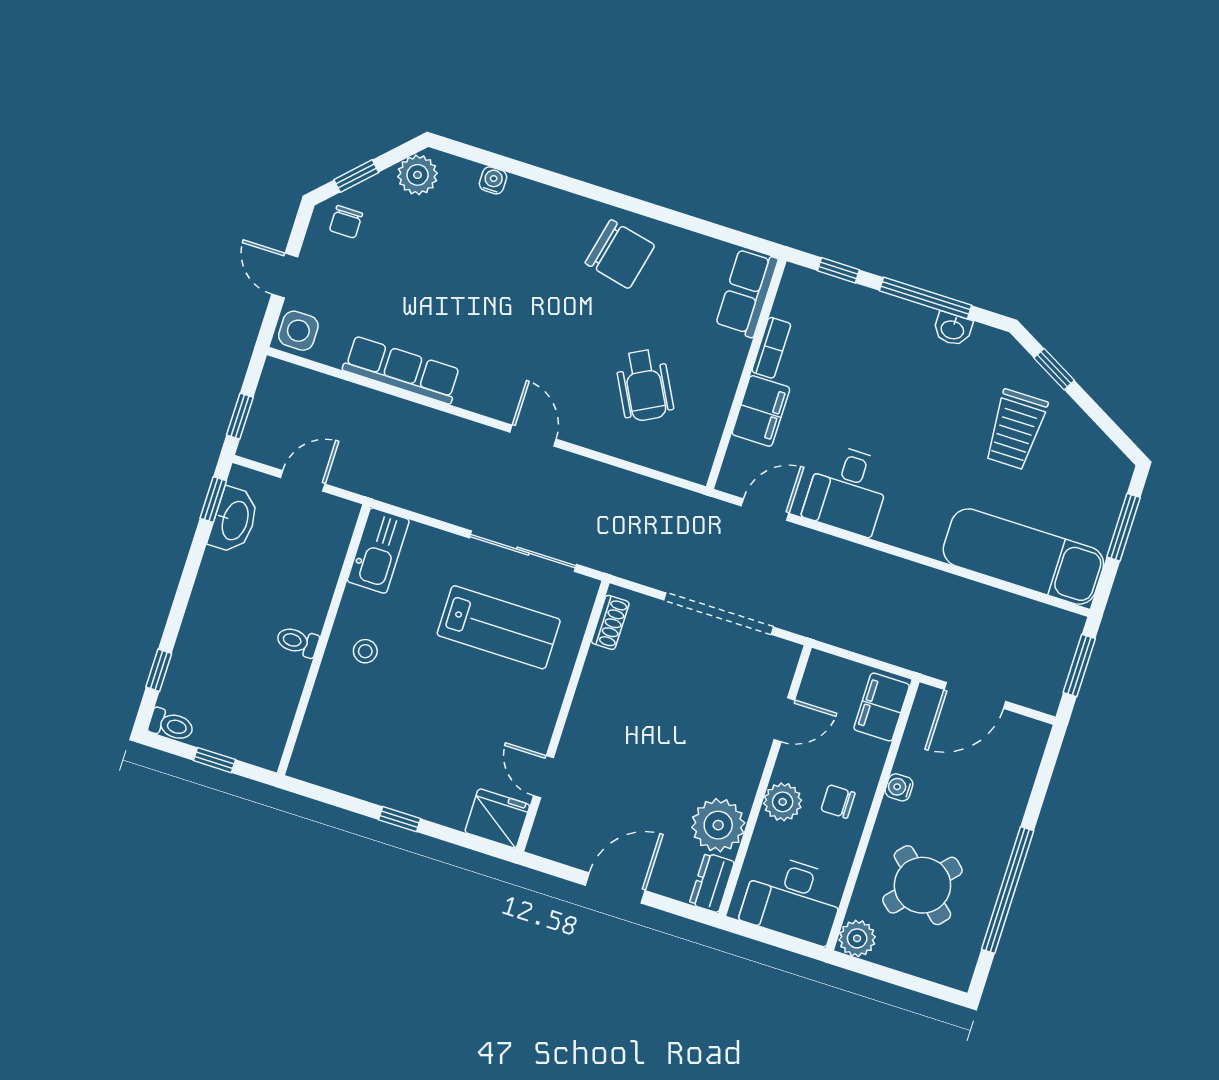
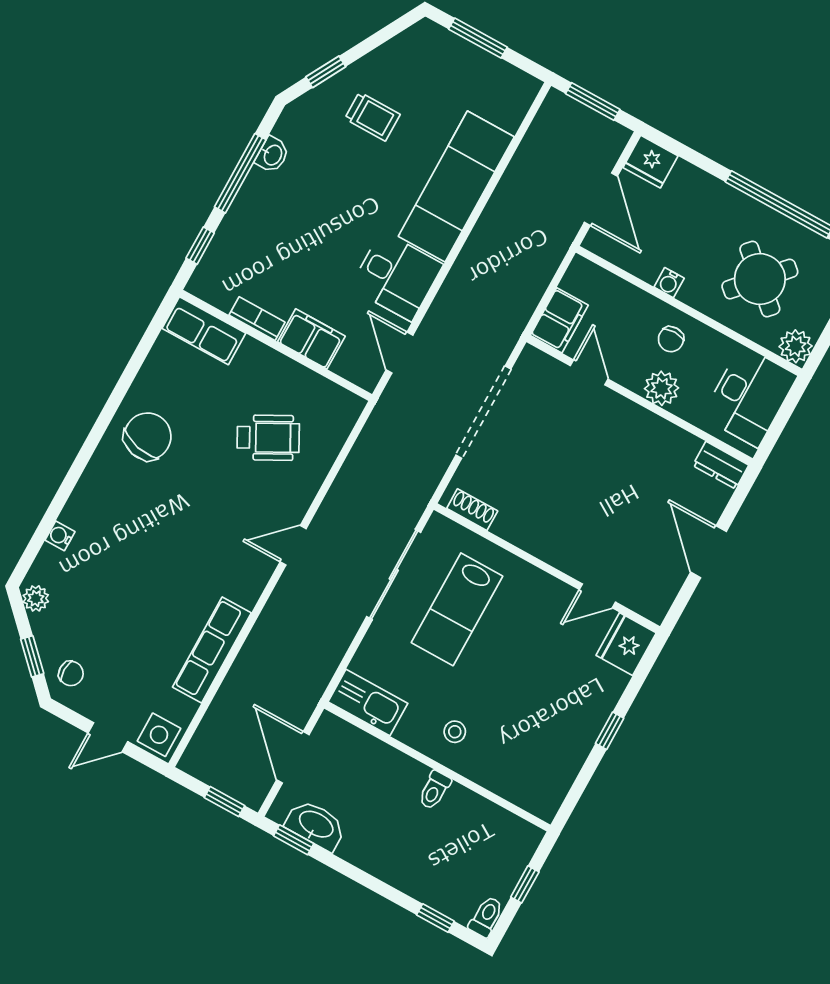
plant: (418, 175) -> (36, 598), width x0.73, depth x0.73
trolley: (1016, 429) -> (372, 117), width x0.73, depth x0.72
door: (303, 481) -> (293, 757), width x1.38
exam couch: (1023, 557) -> (456, 187), moved
lab bench: (499, 627) -> (457, 609), turned 180
filing cabinet: (882, 707) -> (559, 320), moved, turned -90
fridge: (1026, 741) -> (650, 162), added
plant: (718, 825) -> (671, 449), removed

